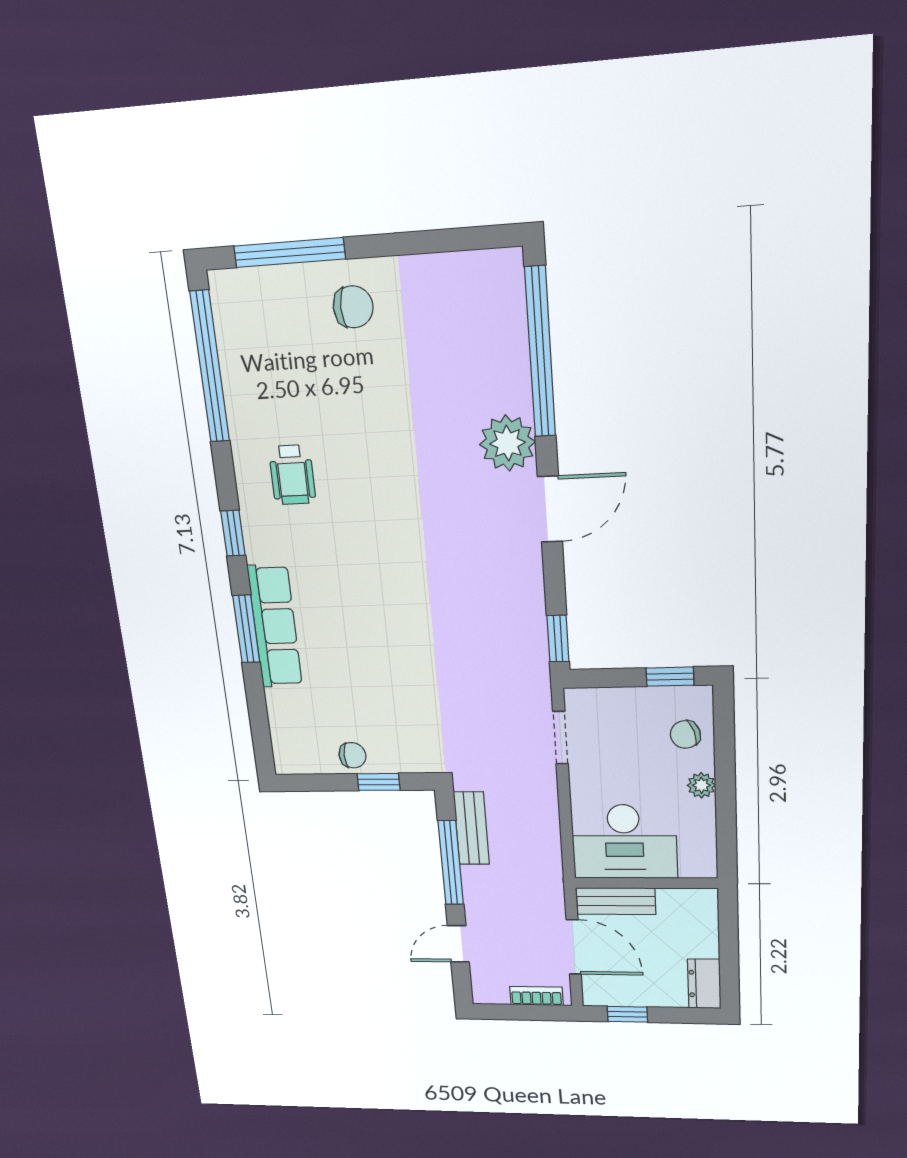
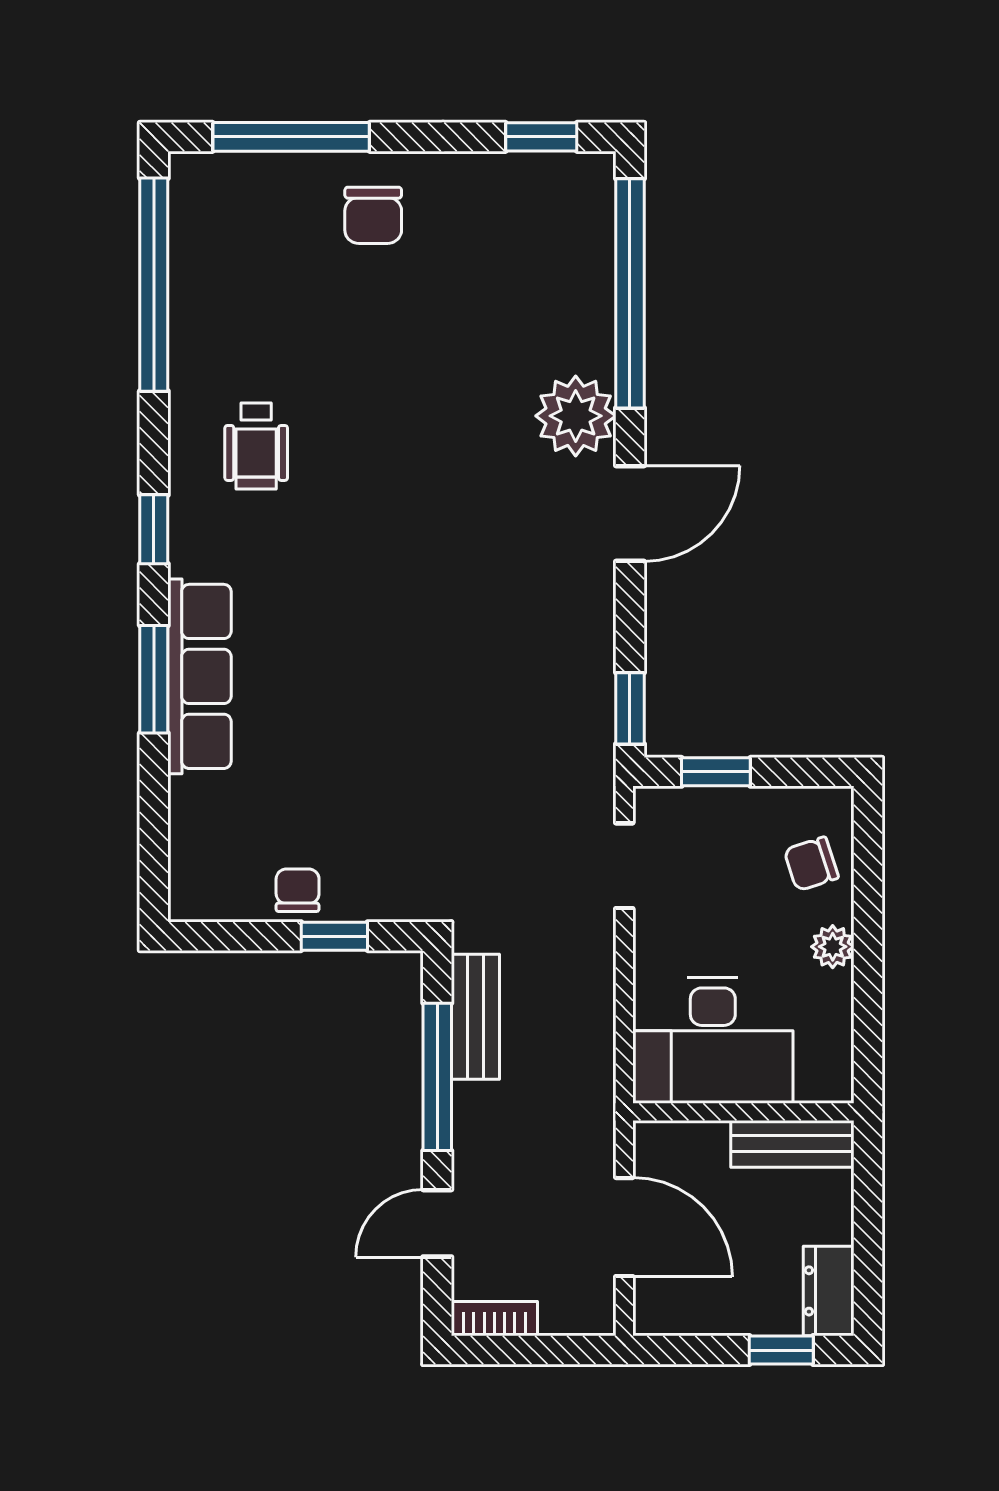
window: (468, 239) -> (541, 137), added
chair: (353, 307) -> (373, 215), turned 90
window: (670, 677) -> (716, 772), moved
chair: (353, 755) -> (298, 890), turned -90
bench: (616, 901) -> (792, 1144), moved
bookcase: (536, 996) -> (494, 1319), moved
window: (627, 1014) -> (781, 1350), moved

